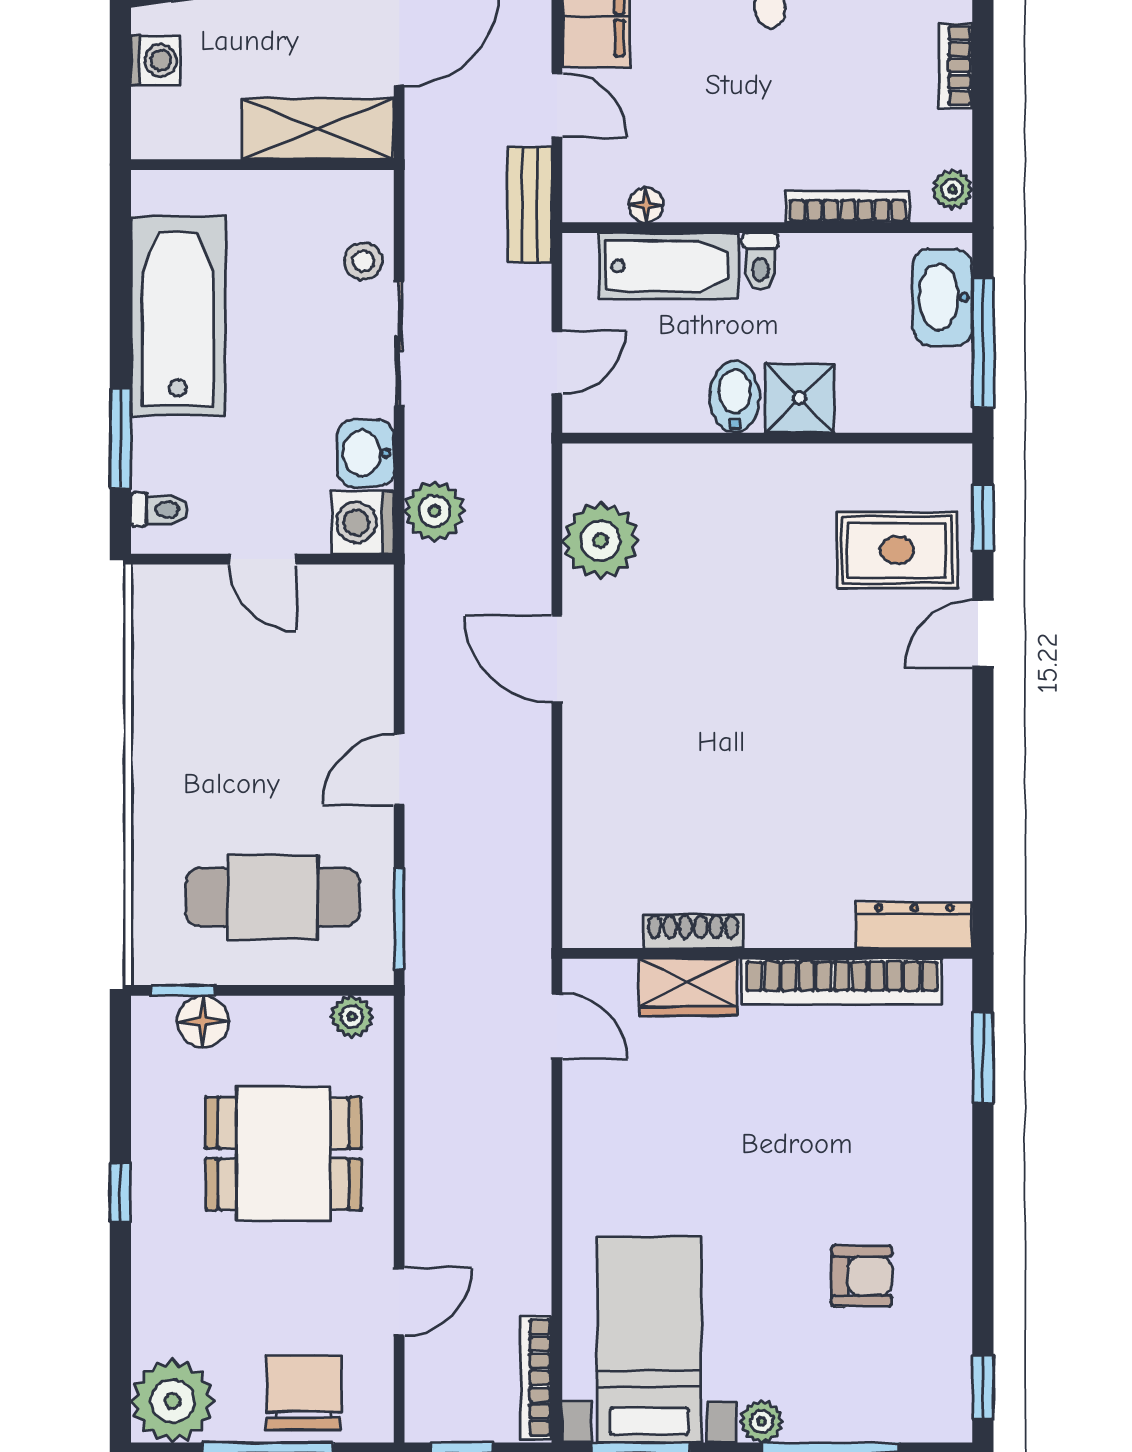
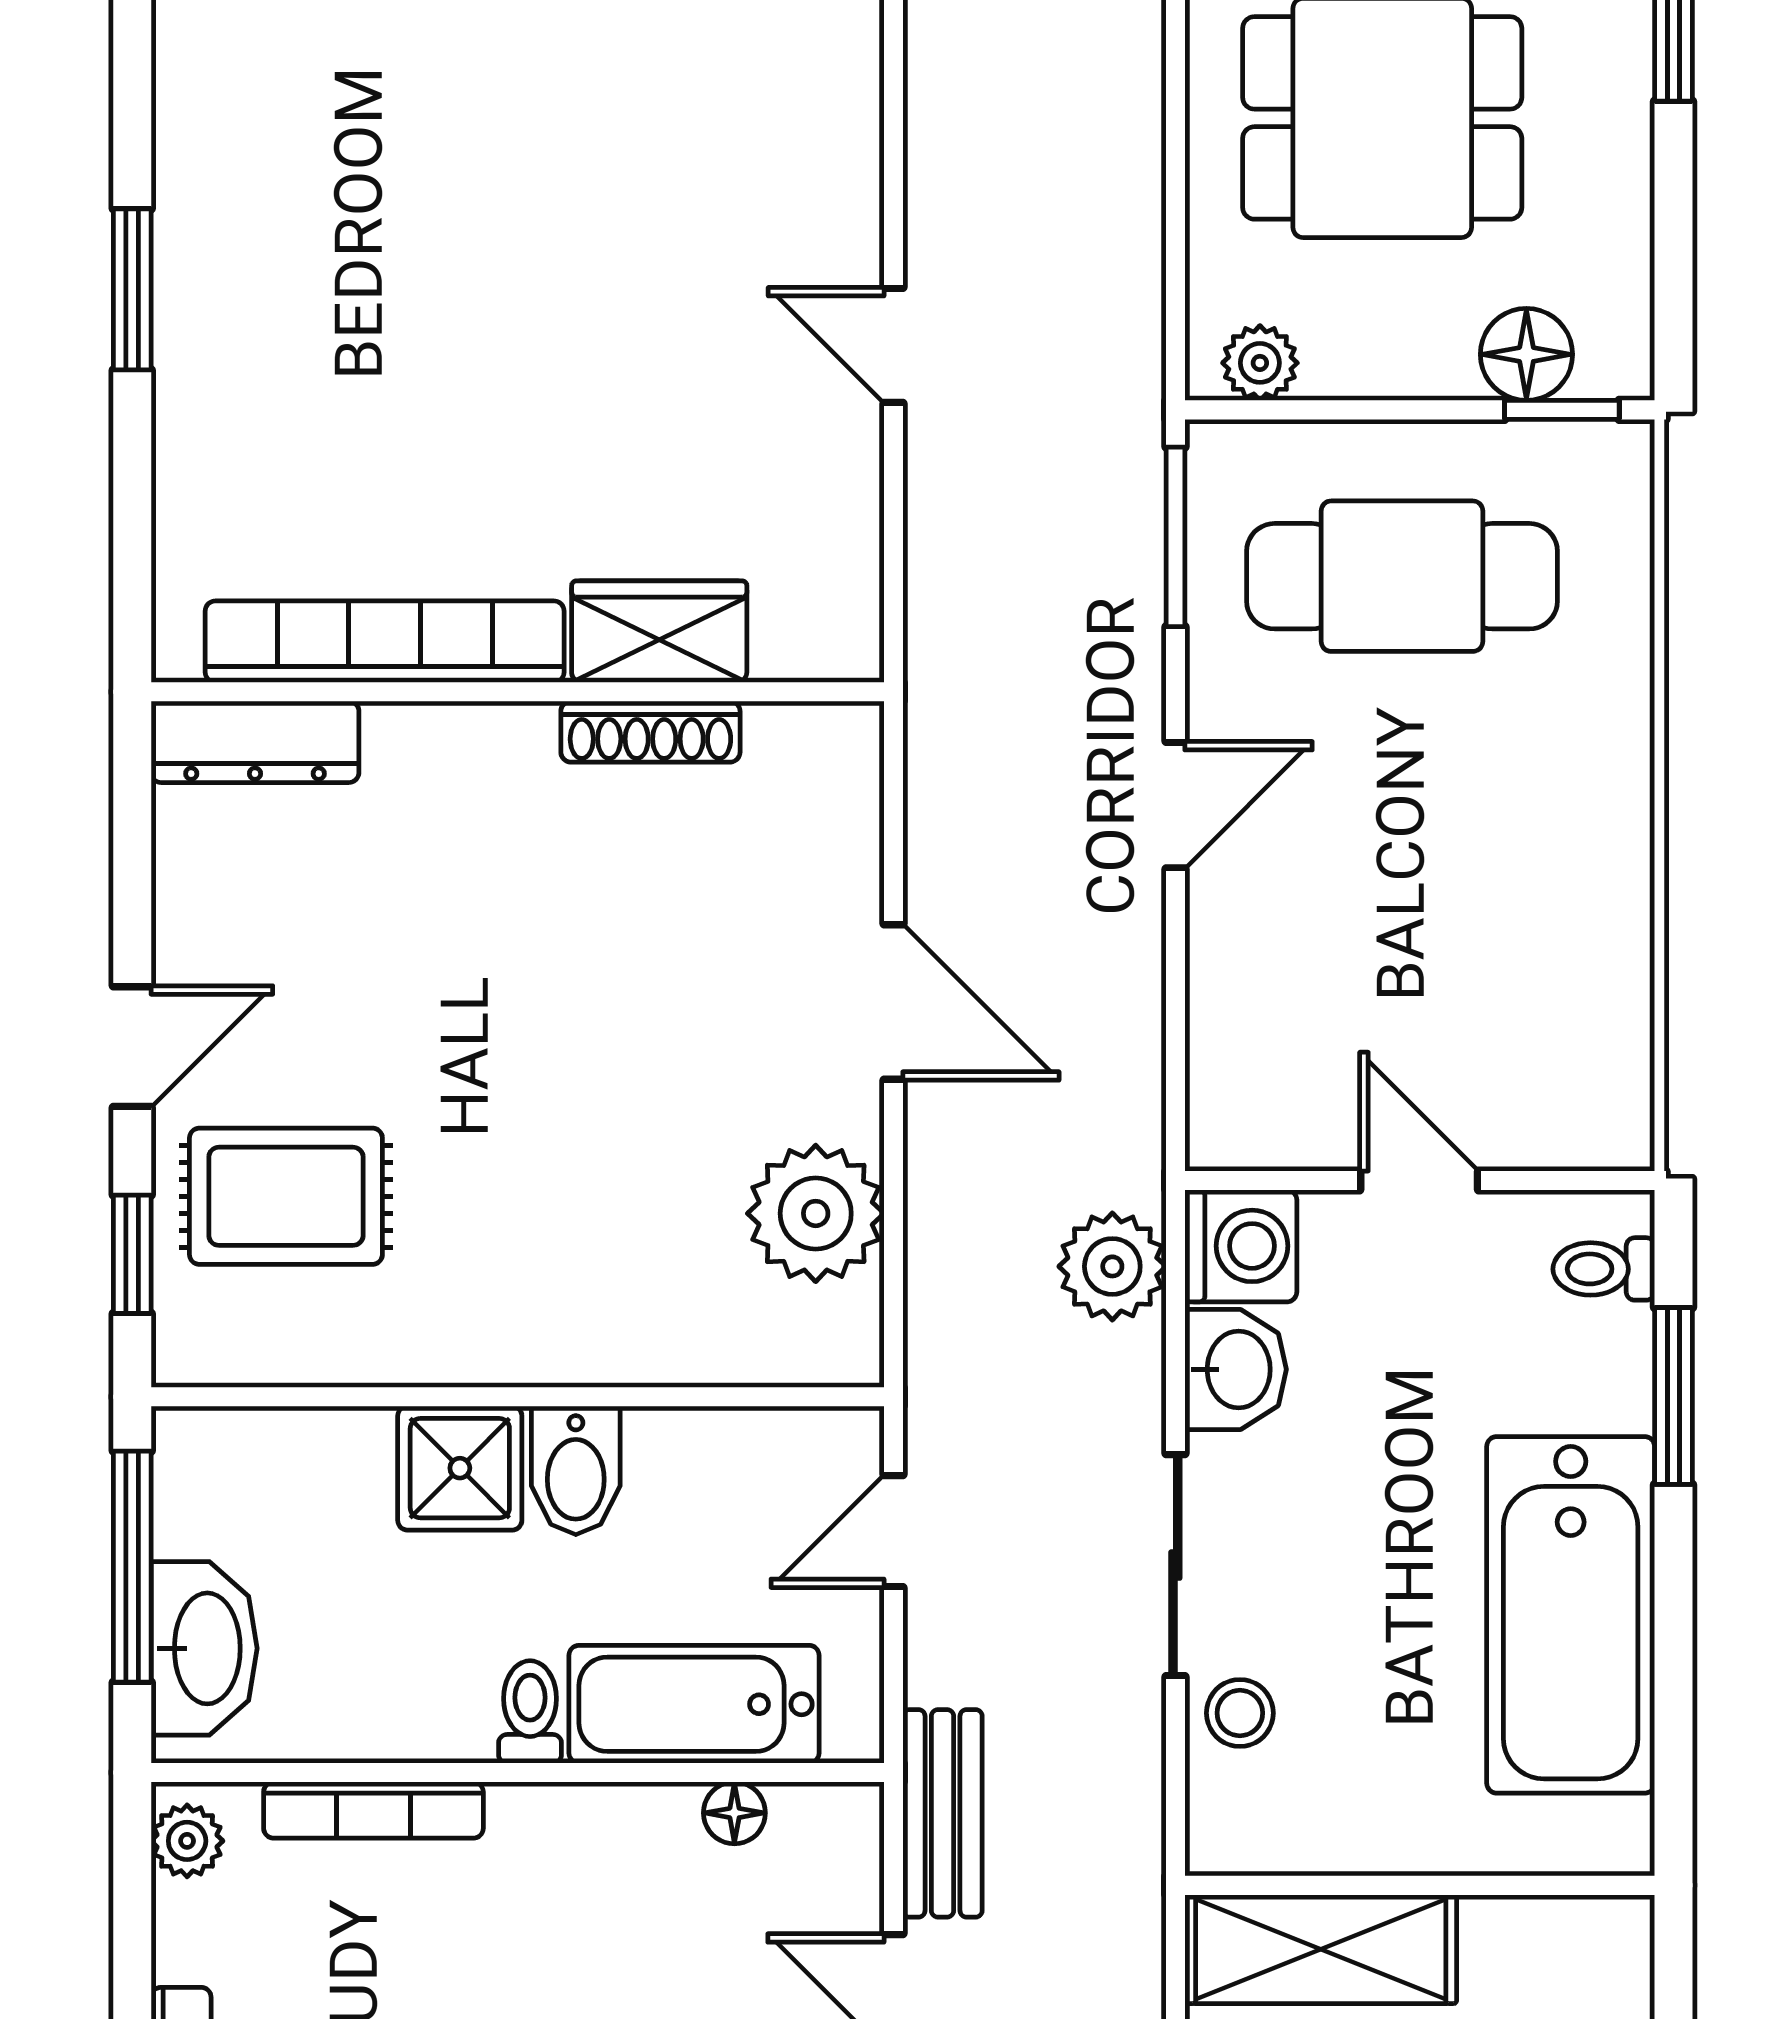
dresser: (914, 925) -> (255, 742), moved
shoe rack: (693, 931) -> (650, 732), moved
wall: (767, 953) -> (518, 692), moved
bookcase: (842, 982) -> (385, 642), moved
wardrobe: (688, 987) -> (659, 632), moved

